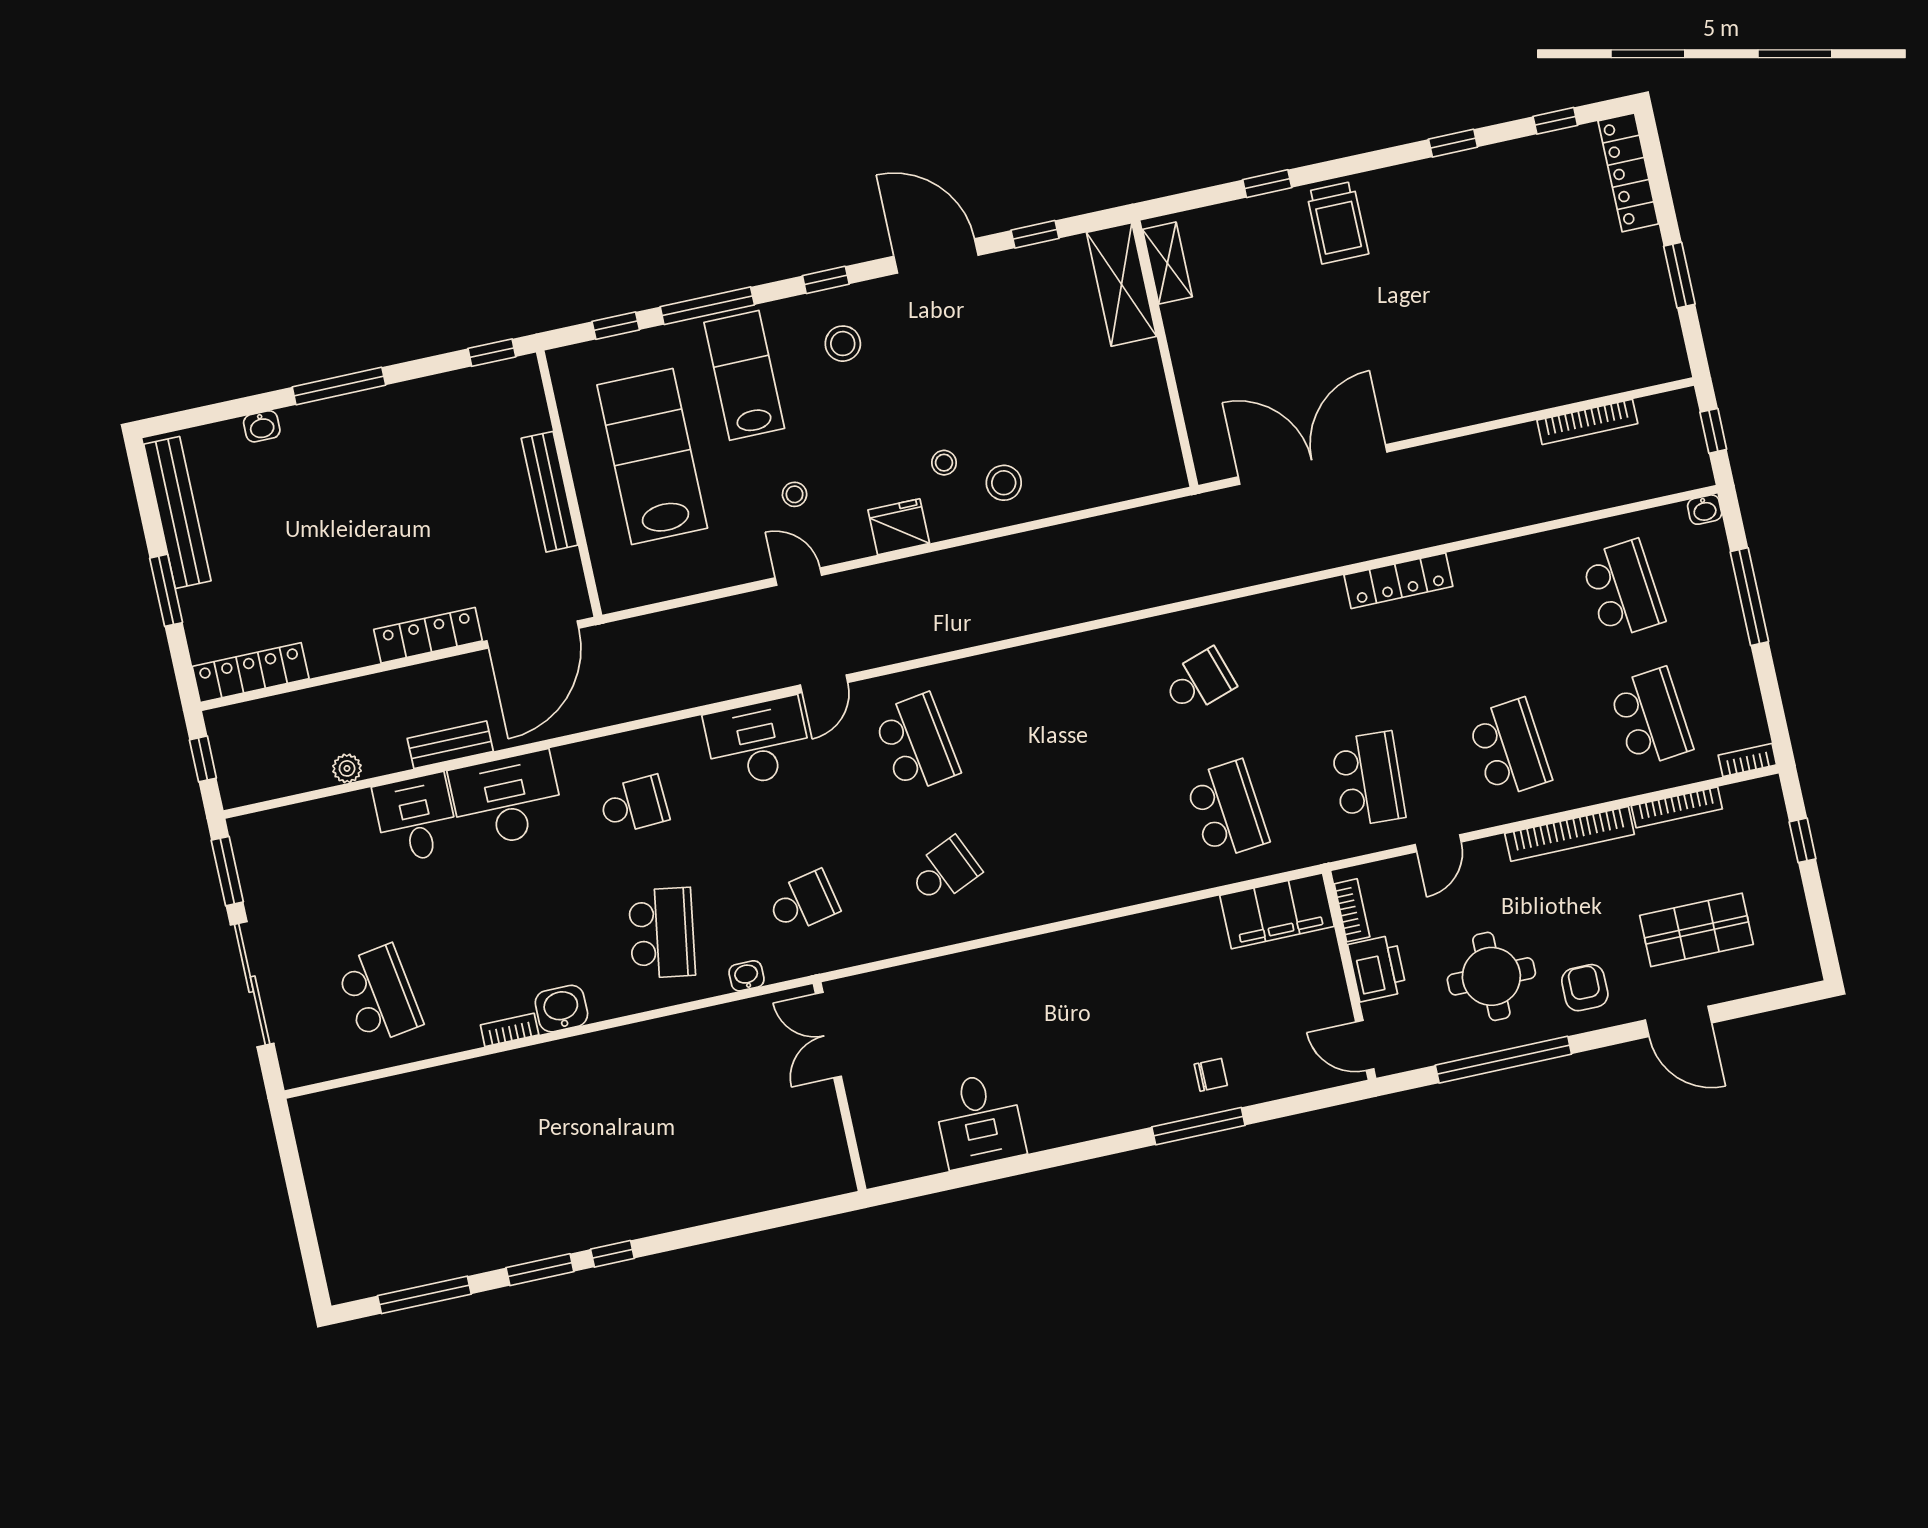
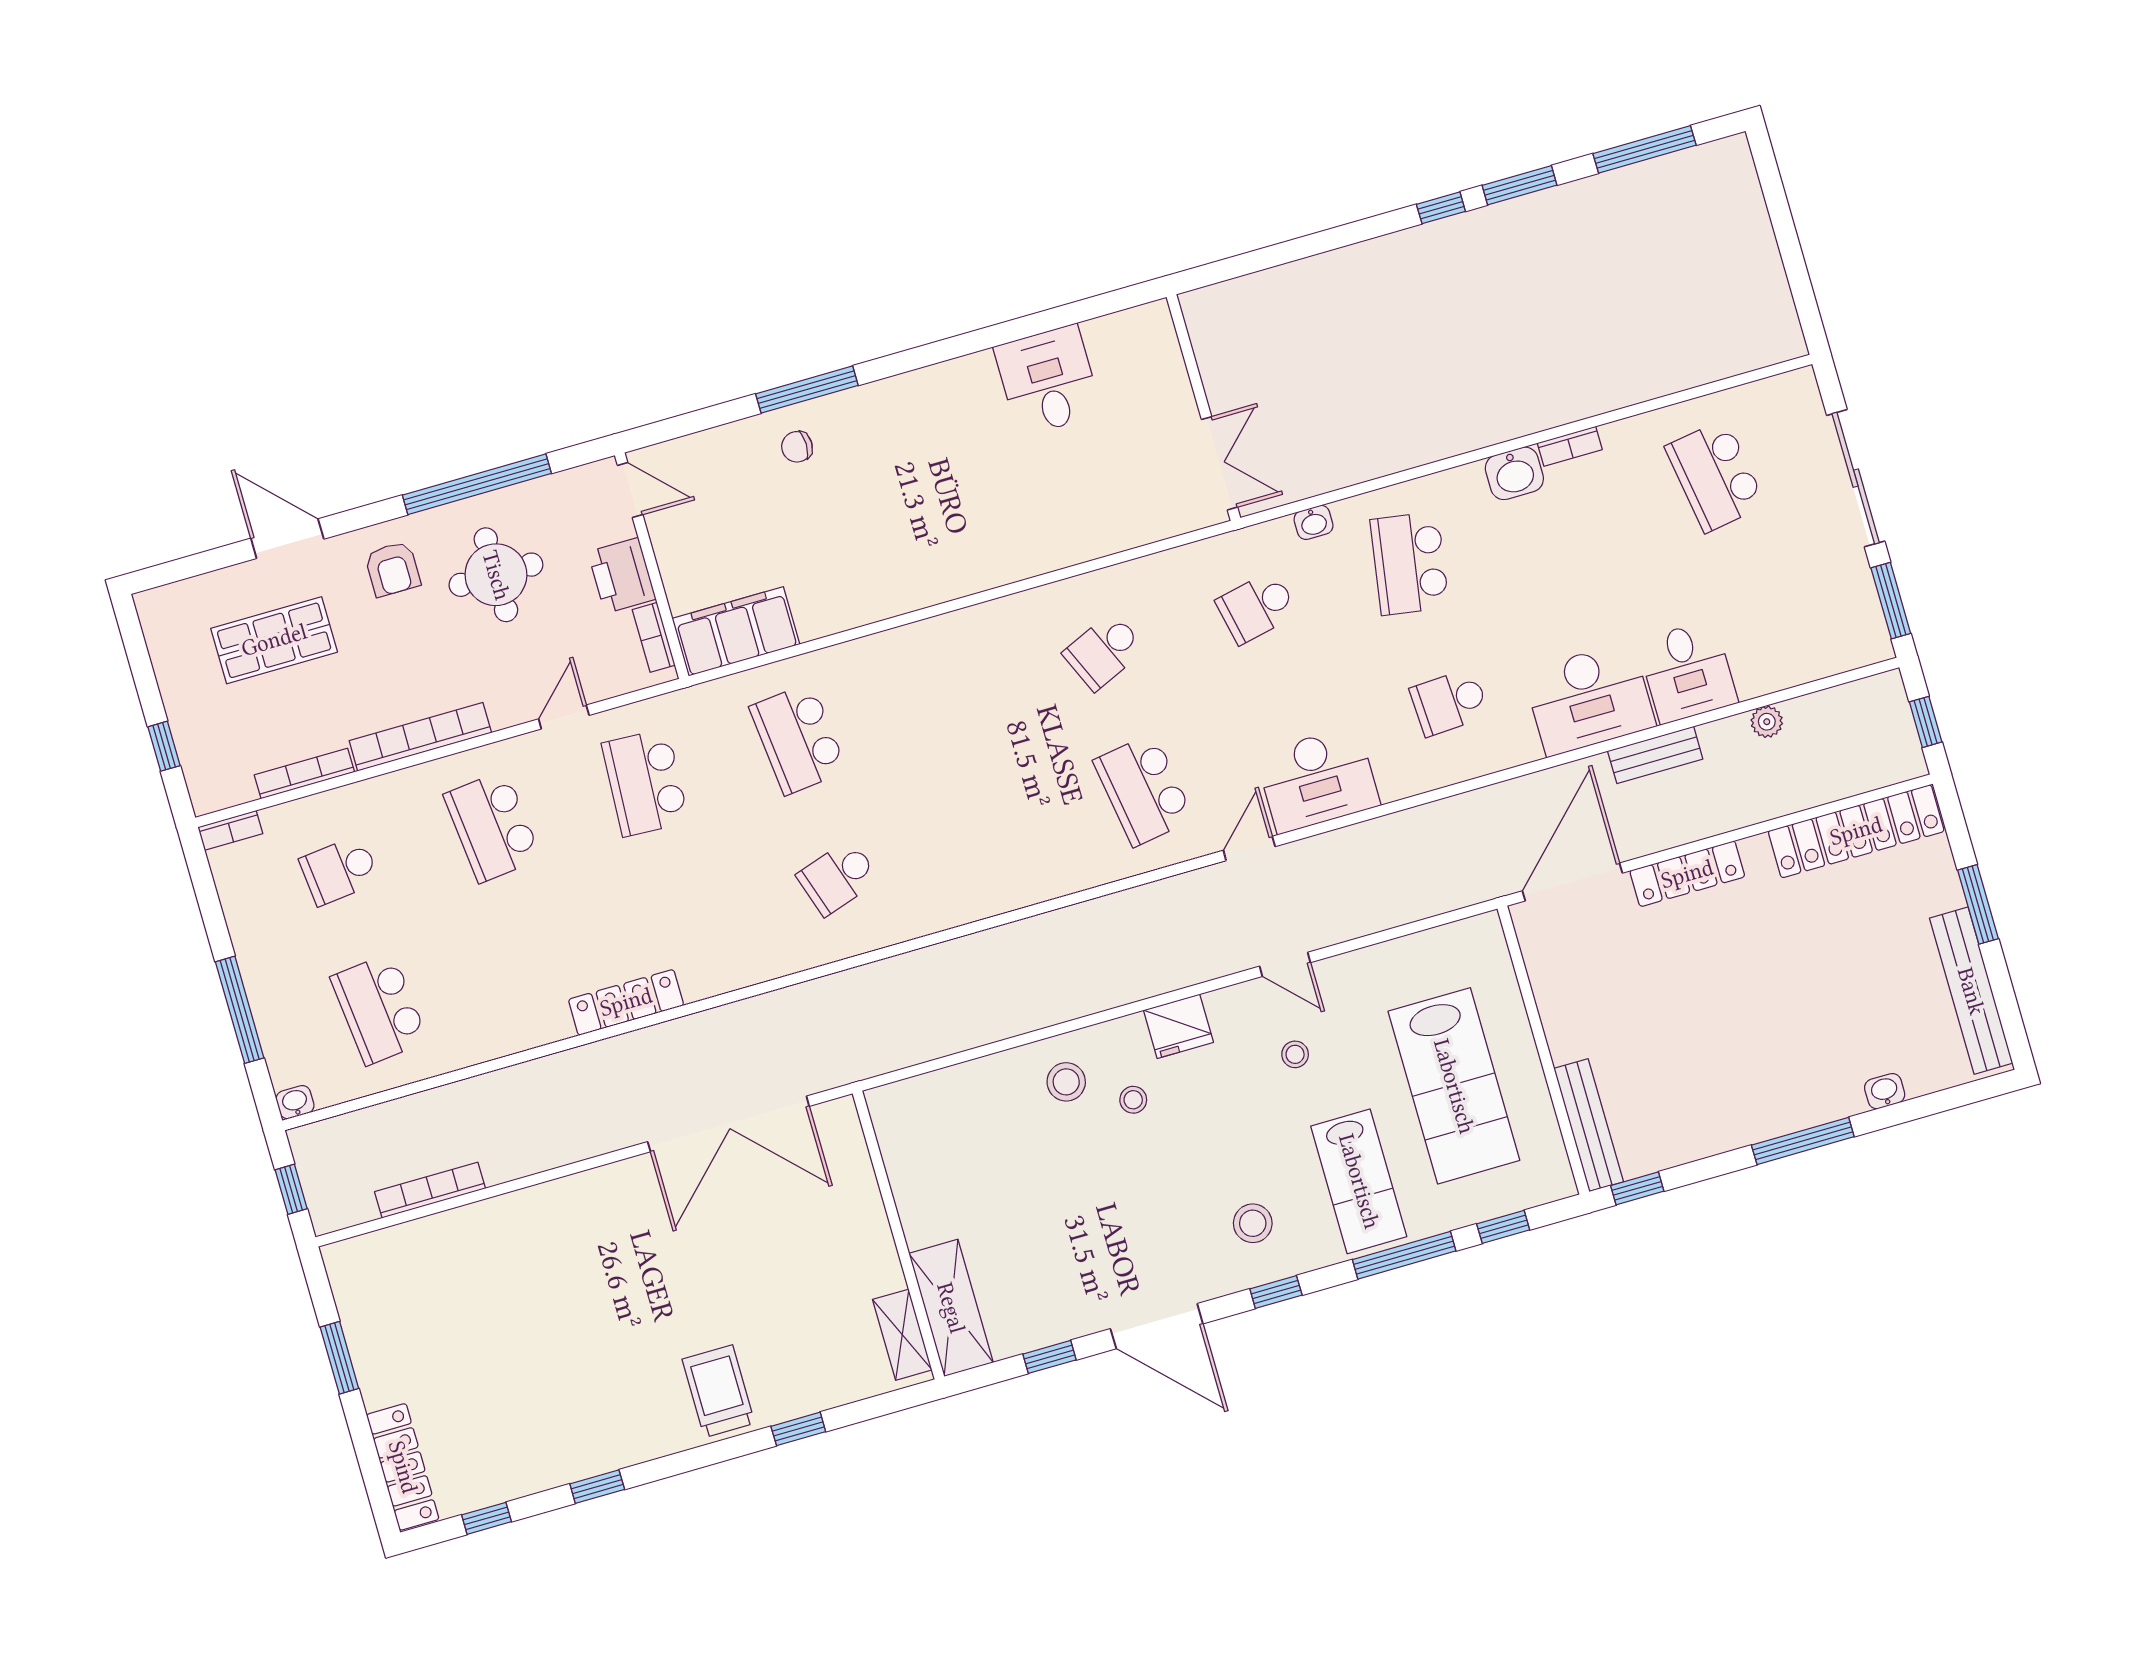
bench: (550, 492) -> (1589, 1125), moved
locker: (251, 673) -> (1856, 831), width x1.41, depth x1.21
school desk: (1651, 717) -> (339, 870), width x0.54

